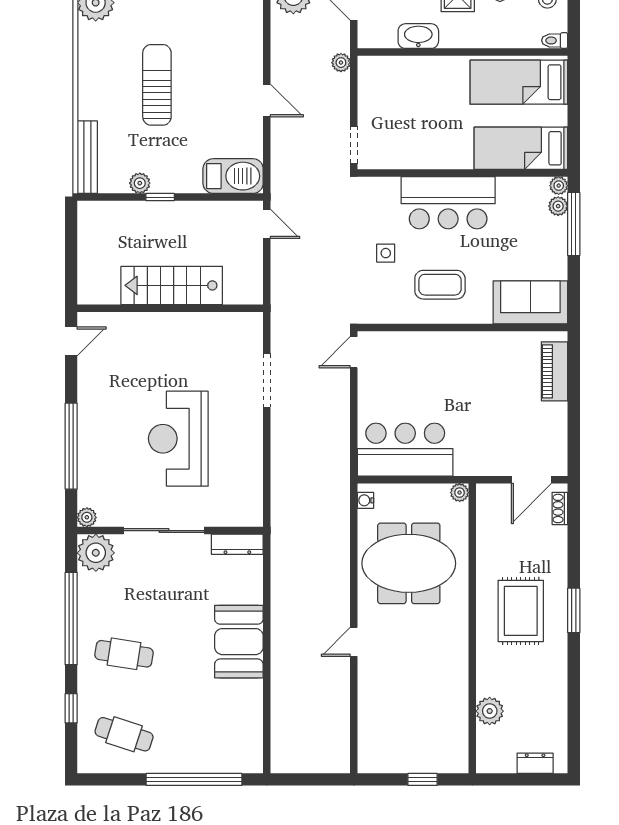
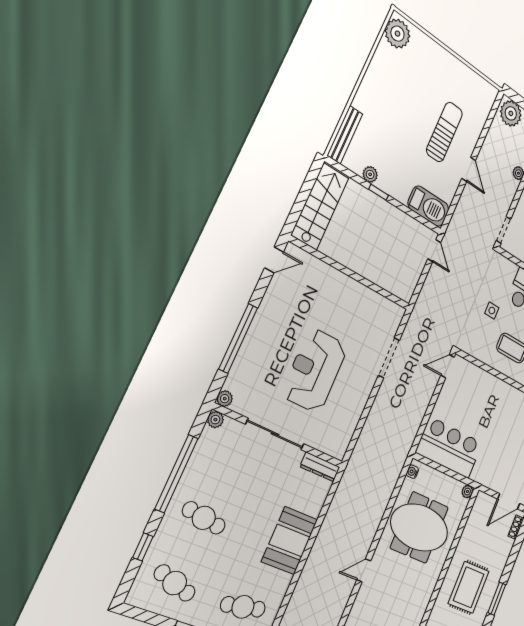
sun lounger: (157, 85) -> (444, 132), moved
stairs: (172, 285) -> (320, 206), moved, turned 90
plant: (96, 553) -> (215, 420), width x0.53, depth x0.53
cafe table: (216, 734) -> (243, 607), added

